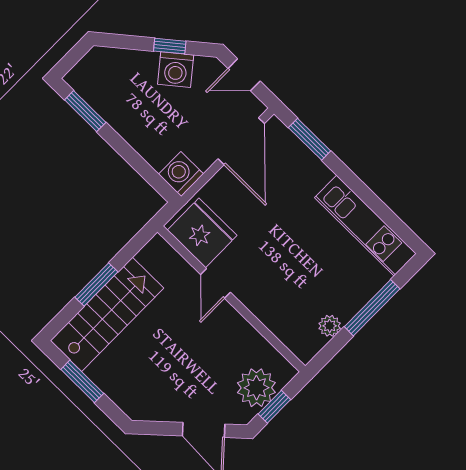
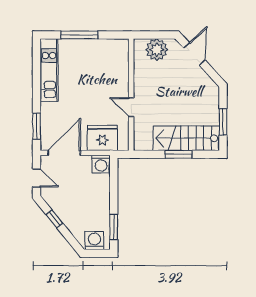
washing machine: (176, 70) -> (94, 240), moved, turned -51
fridge: (202, 233) -> (102, 138), moved, turned 90
door: (216, 283) -> (131, 107), swing flipped
plant: (330, 326) -> (103, 45), removed
window: (274, 407) -> (157, 35), removed

